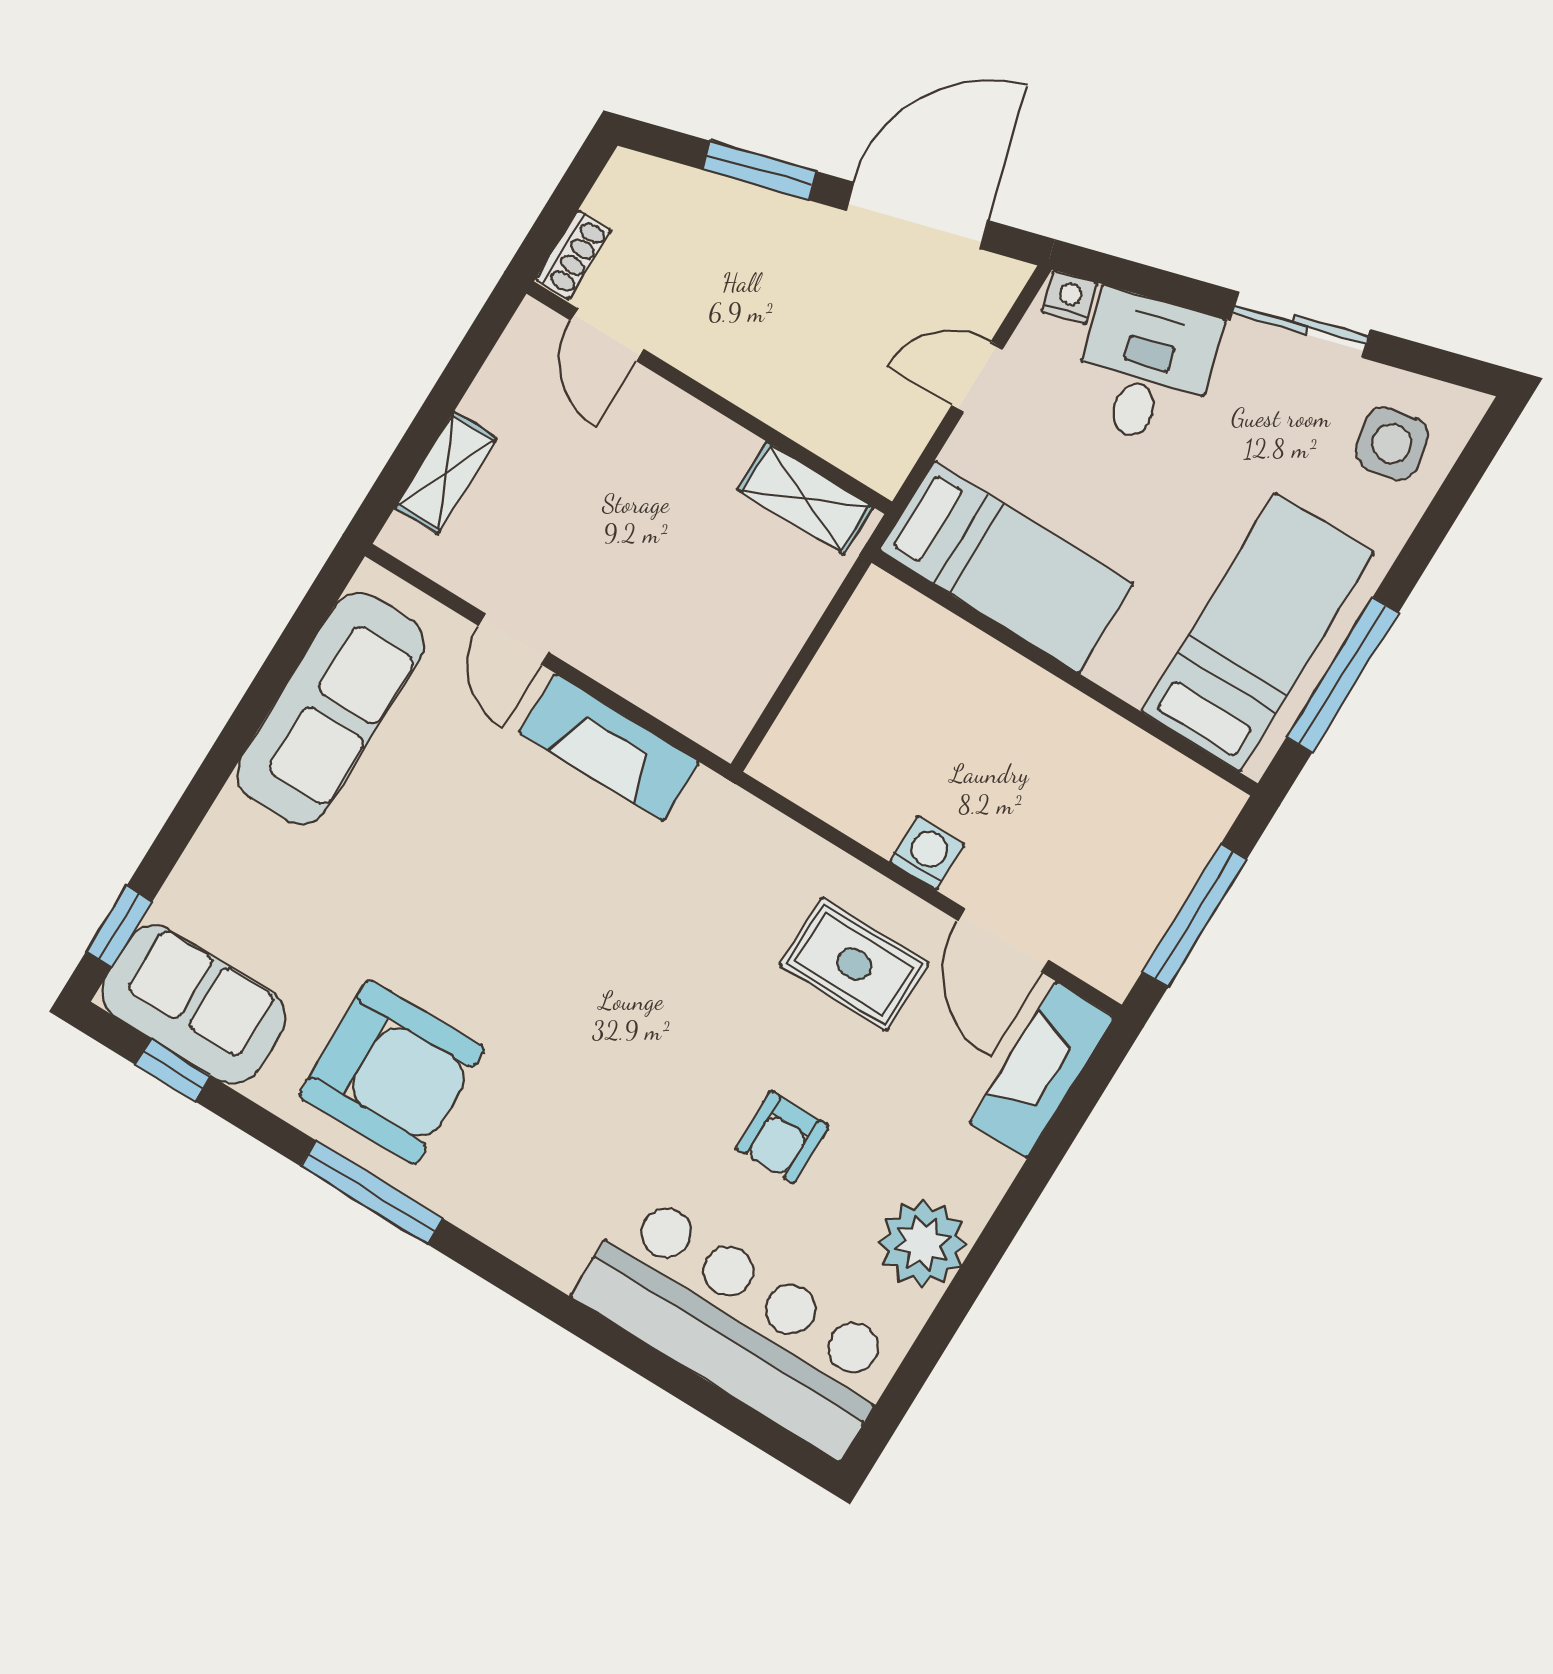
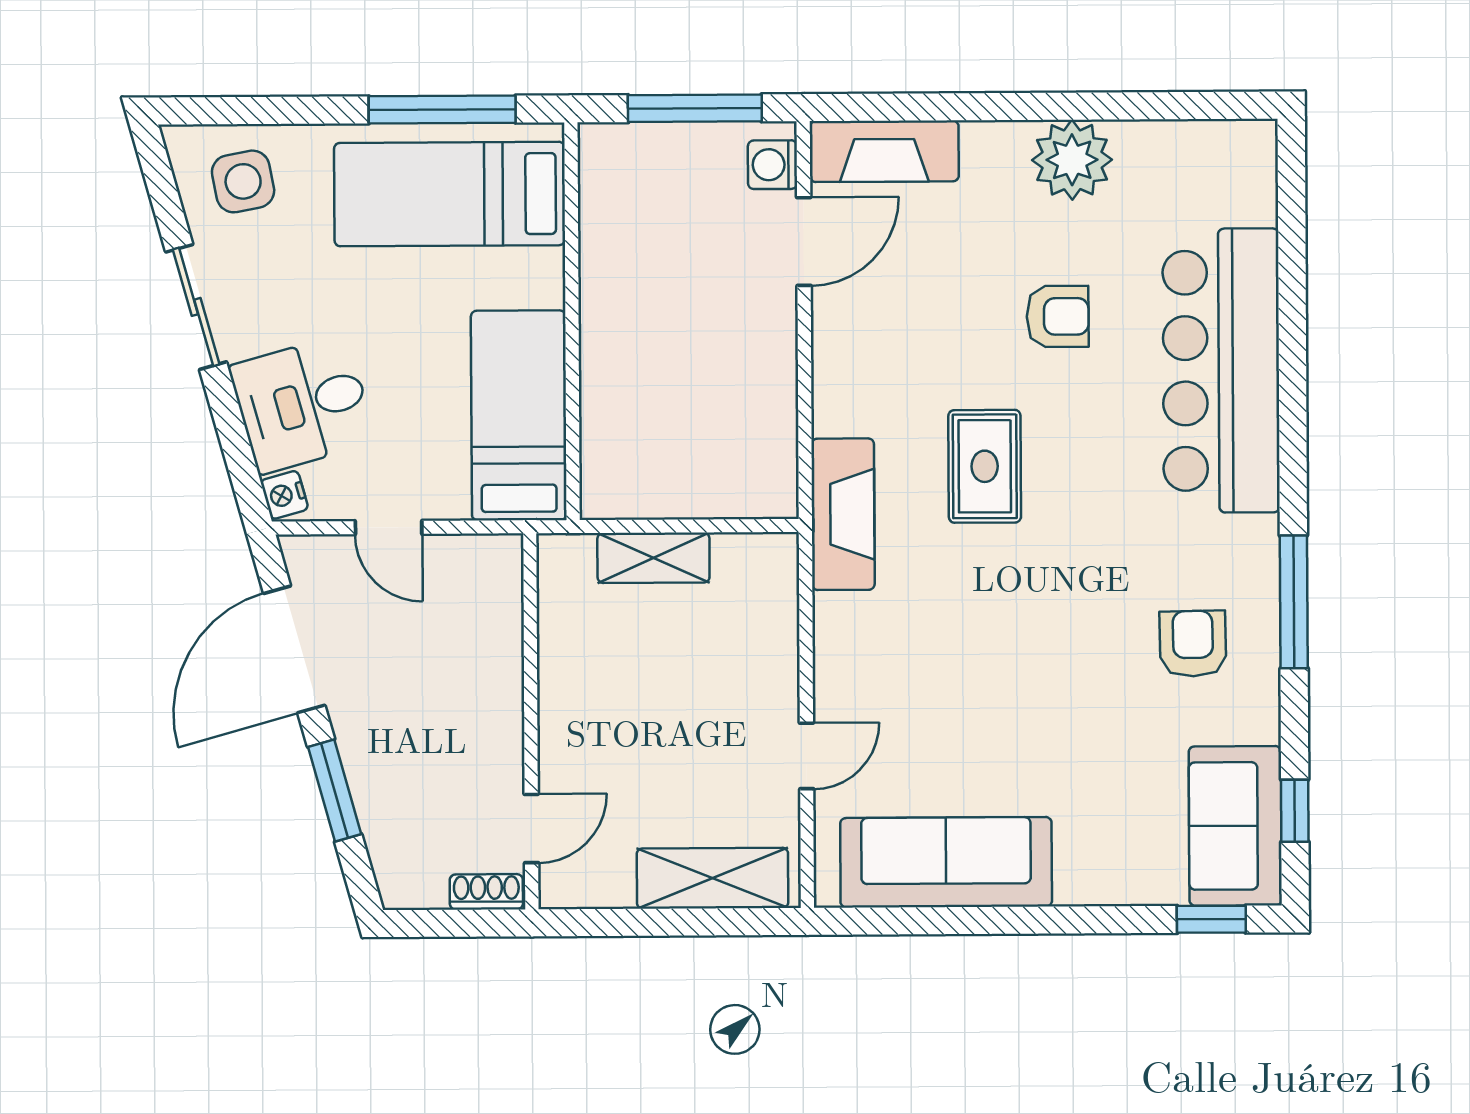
door: (917, 216) -> (294, 649), hinge flipped
shelving: (446, 473) -> (712, 878), width x1.50, depth x1.33
shelving: (805, 498) -> (653, 558), moved, turned 90
fireplace: (609, 747) -> (843, 514), moved
washing machine: (927, 853) -> (773, 165), moved
rug: (854, 964) -> (985, 466), moved
armchair: (392, 1072) -> (1193, 644), width x0.53, depth x0.53
bar counter: (739, 1324) -> (1221, 371), moved

